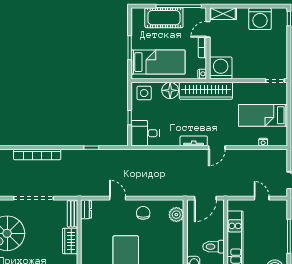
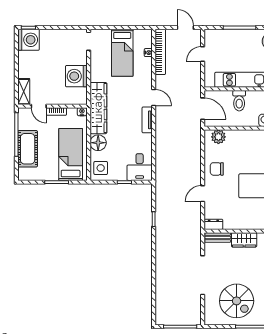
washing machine: (260, 19) -> (28, 40), moved
washing machine: (221, 68) -> (76, 76), moved
bookcase: (37, 155) -> (160, 52), moved
toilet: (214, 247) -> (239, 101), moved

